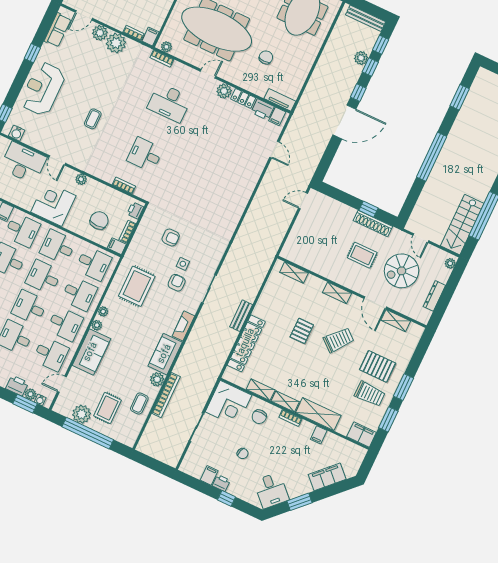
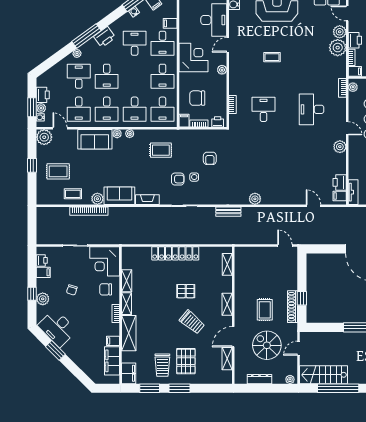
printer: (117, 21) -> (355, 40), added
locker: (243, 98) -> (341, 164), removed
door: (274, 150) -> (313, 206), swing flipped
plant: (237, 209) -> (255, 199), added
chair: (99, 220) -> (197, 98), turned 180
desk: (58, 247) -> (163, 76), turned 180
desk: (44, 277) -> (135, 76), removed
rug: (137, 286) -> (161, 150), width x0.73, depth x0.70
desk: (29, 307) -> (107, 76), turned 180
bench: (241, 316) -> (228, 212), moved
locker: (246, 343) -> (175, 253), moved
plant: (82, 414) -> (44, 137), moved
window: (88, 433) -> (32, 165), width x0.32
filing cabinet: (327, 477) -> (112, 361), moved, turned -135
printer: (221, 483) -> (42, 260), moved
plant: (237, 490) -> (43, 299), added
desk: (271, 490) -> (57, 328), width x1.37

